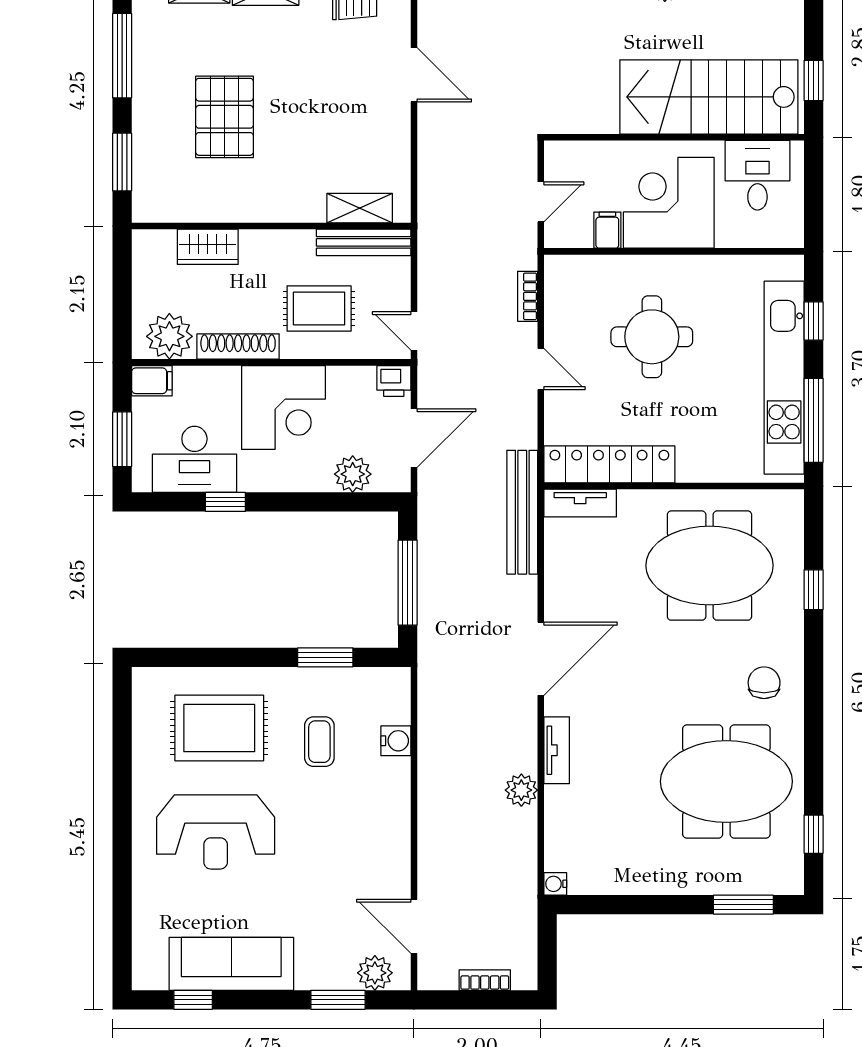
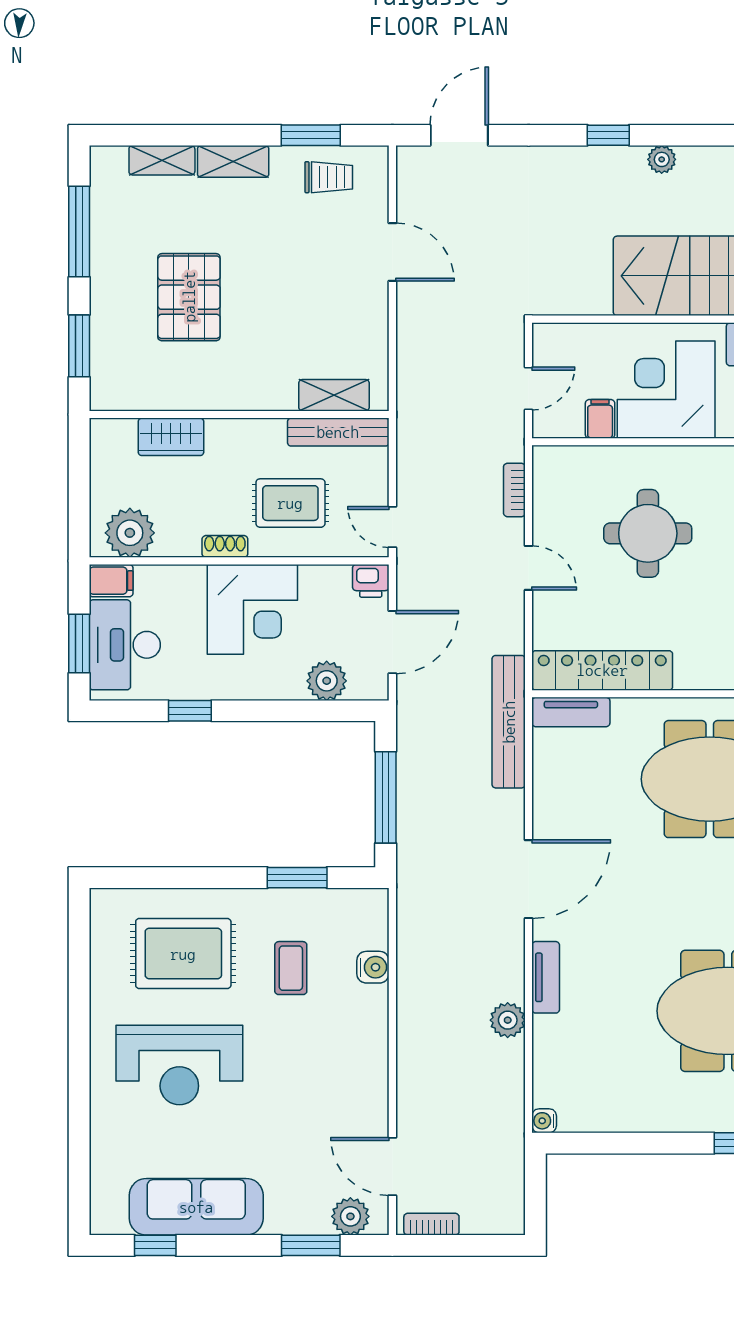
shoe rack: (238, 347) -> (225, 546), width x0.51, depth x0.81
desk: (194, 459) -> (125, 645), moved, turned 90
bookcase: (485, 980) -> (431, 1224), moved

